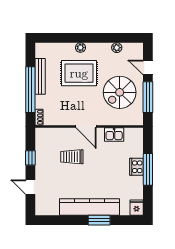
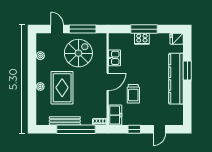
door: (148, 67) -> (57, 29), swing flipped
spiral stairs: (120, 92) -> (78, 53), turned -90
freezer: (47, 135) -> (115, 115), added

